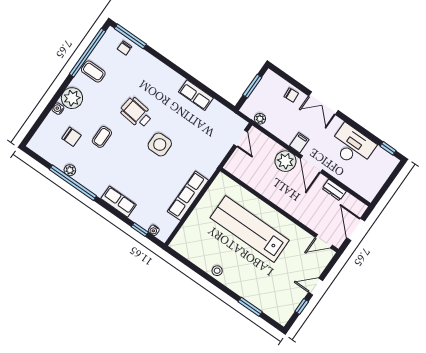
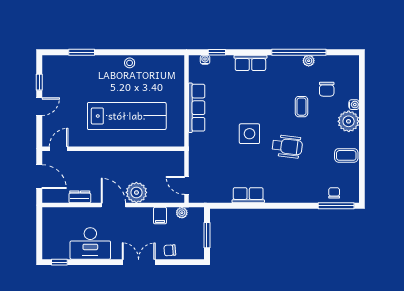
window: (88, 53) -> (362, 168), removed
chair: (71, 137) -> (327, 89), turned -90
filing cabinet: (299, 143) -> (160, 216), moved

